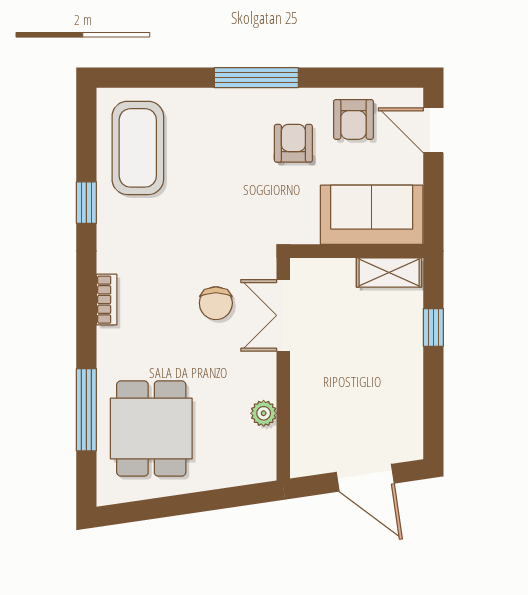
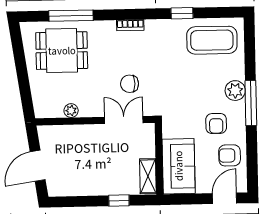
plant: (233, 106) -> (235, 91), added
armchair: (293, 143) -> (216, 123), turned 90

